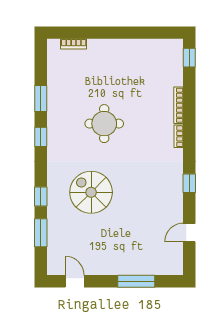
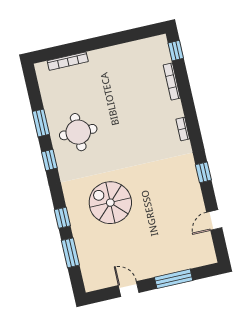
bookcase: (74, 44) -> (68, 61), width x1.56
bookcase: (178, 105) -> (172, 82), moved
round table: (104, 124) -> (78, 132), moved
door: (75, 281) -> (129, 289), moved

